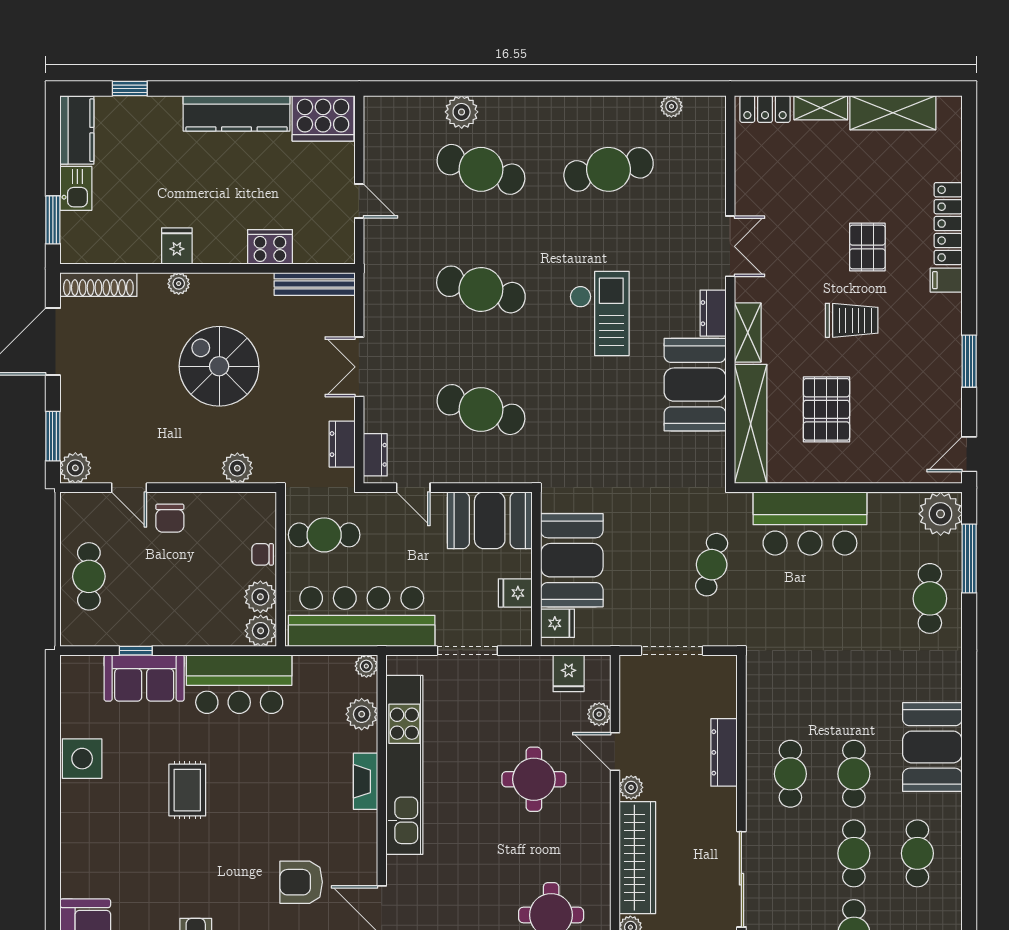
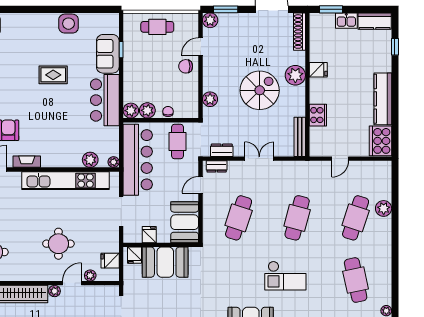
plant: (179, 284) -> (295, 75), width x1.88, depth x1.88
fireplace: (365, 781) -> (27, 162), moved

